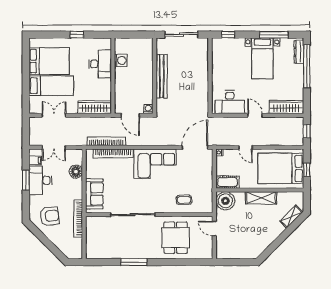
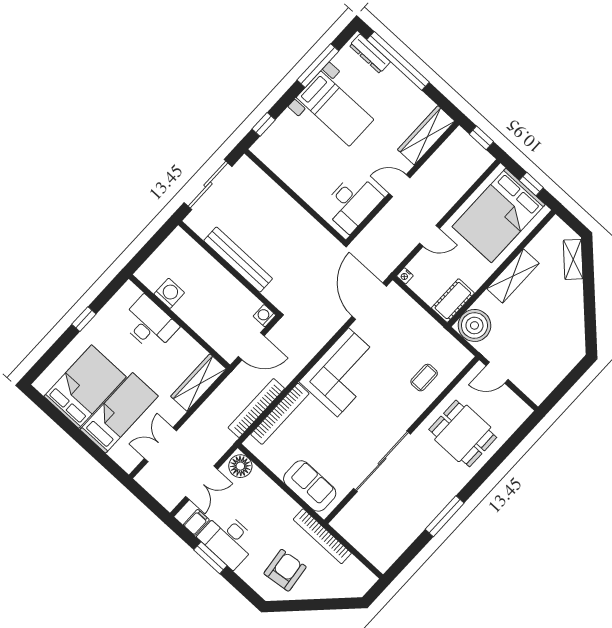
floor lamp: (76, 172) -> (240, 466), moved

